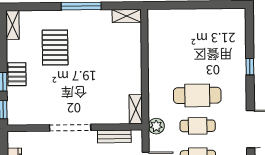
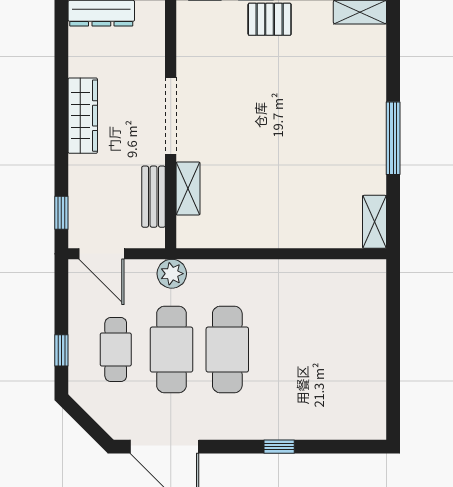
pallet: (55, 47) -> (318, 90), removed
shelving: (136, 109) -> (188, 188), moved, turned 90
cafe table: (198, 126) -> (172, 350), width x1.37, depth x1.35

